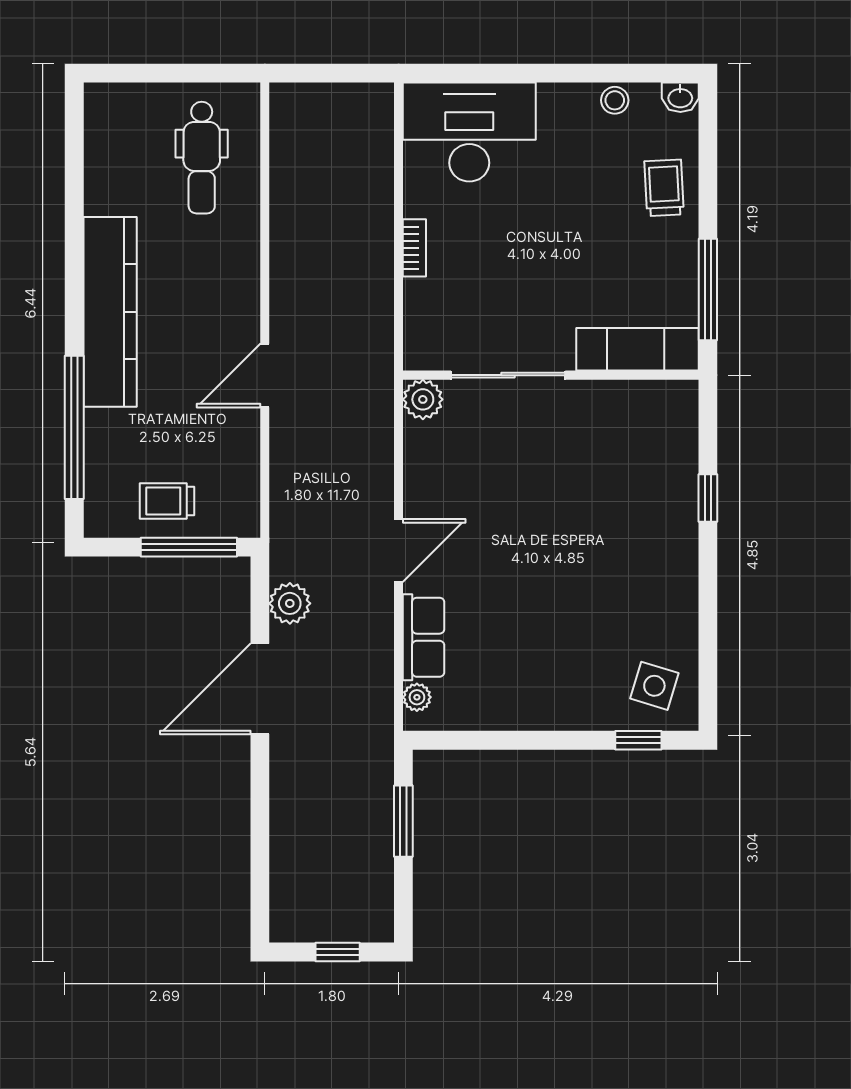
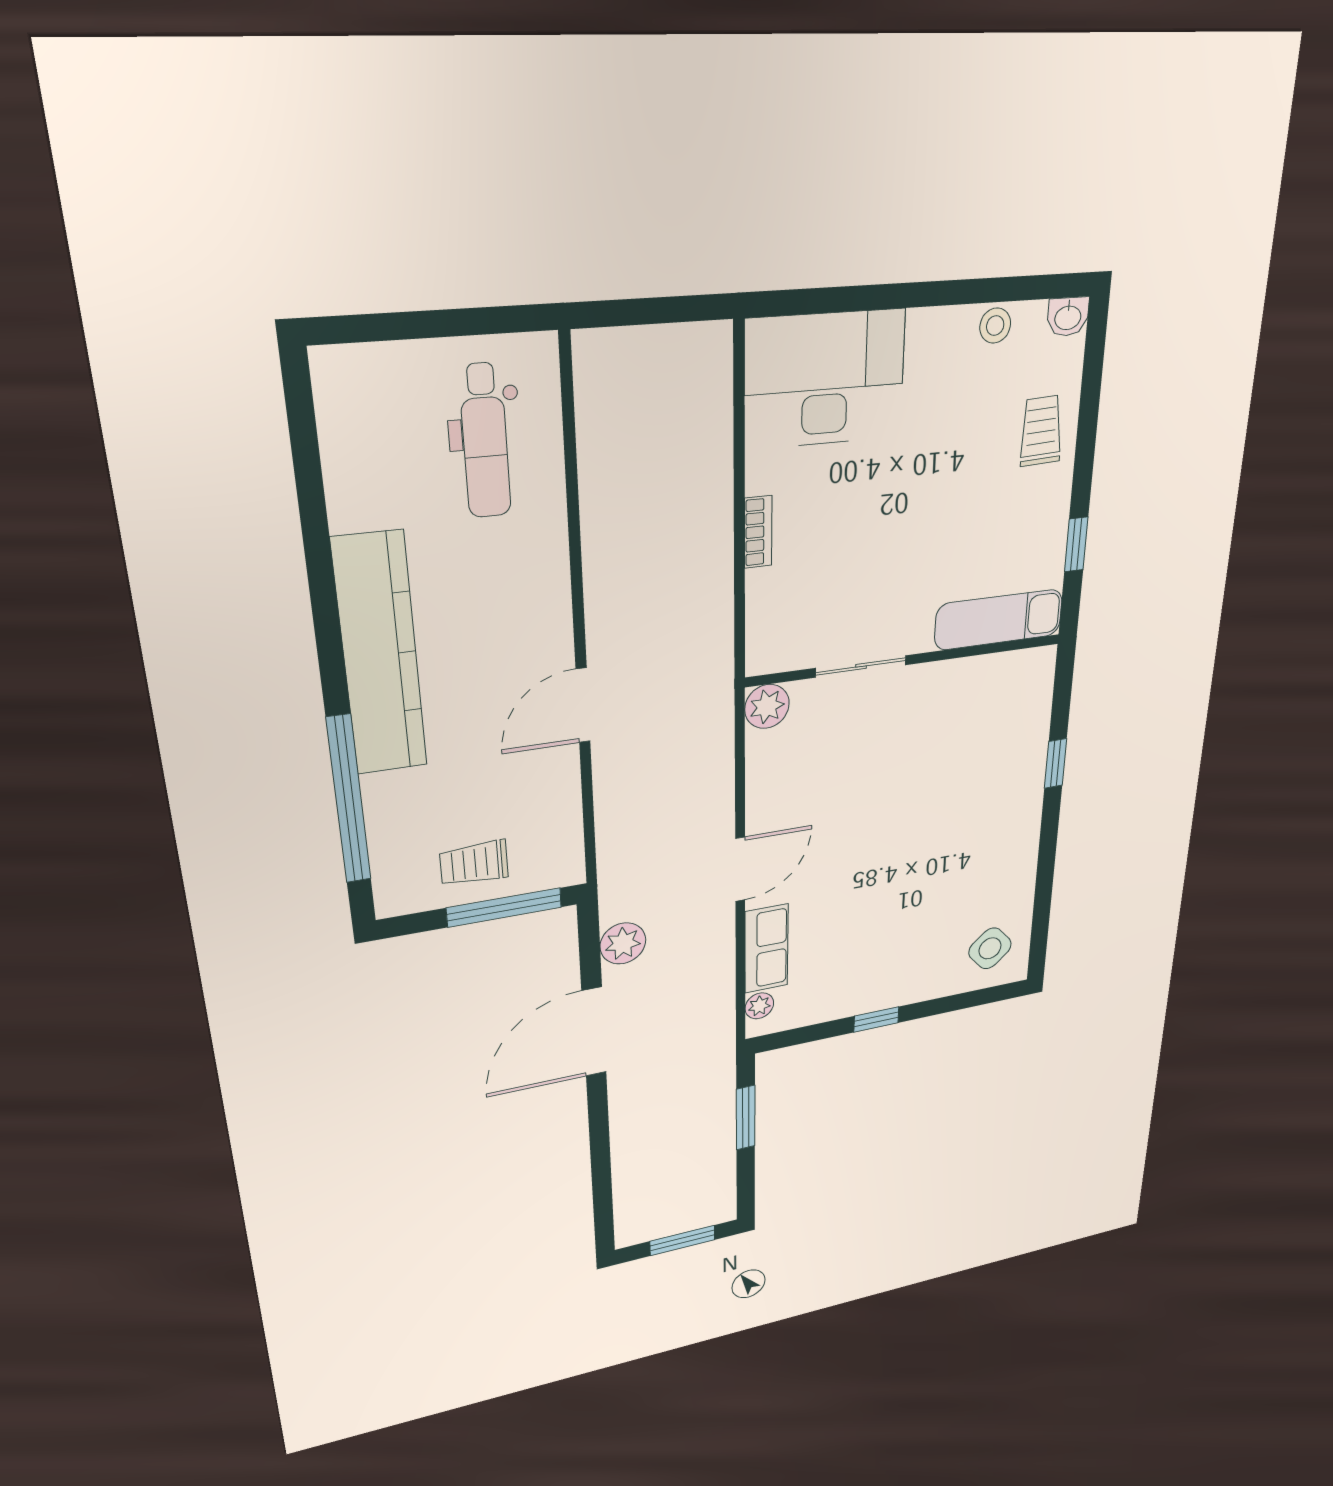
window: (708, 289) -> (1076, 544), width x0.46
sliding door: (508, 375) -> (861, 666), width x0.73
side table: (654, 686) -> (990, 948), turned 31
window: (638, 740) -> (876, 1019), moved
window: (338, 952) -> (683, 1240), width x1.50

